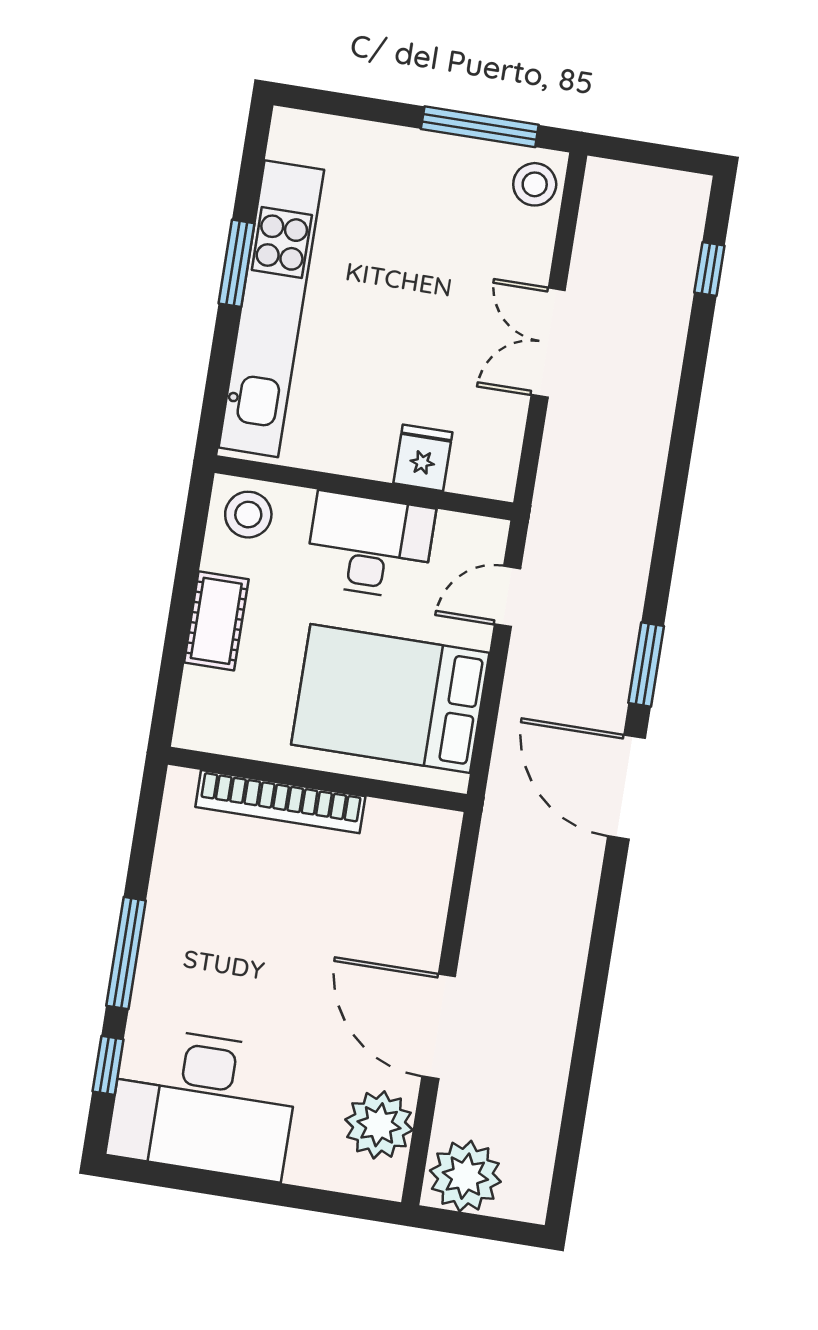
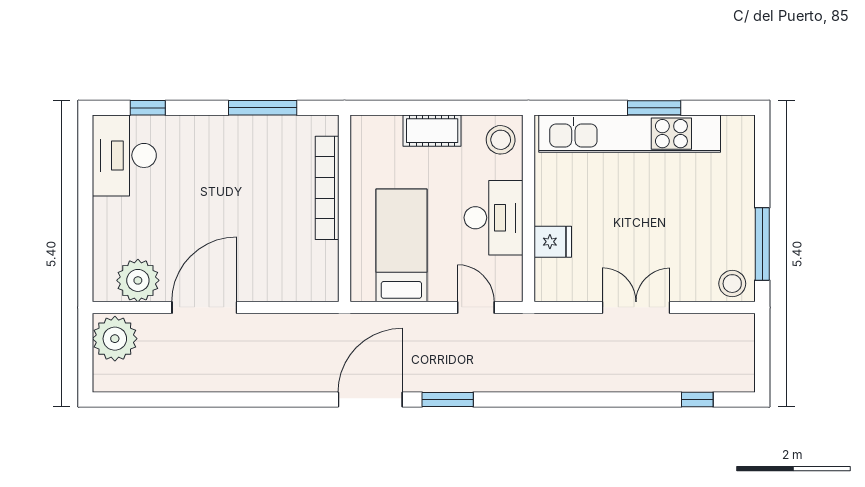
bed: (390, 699) -> (401, 245), width x0.67
window: (126, 953) -> (263, 108), moved
desk: (203, 1103) -> (124, 155), width x0.73, depth x0.77

